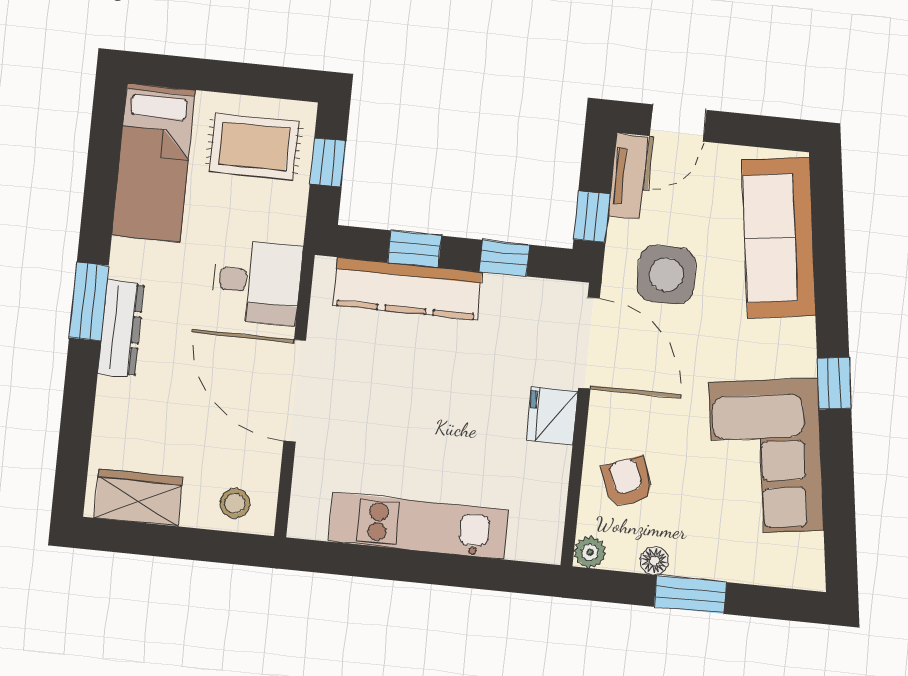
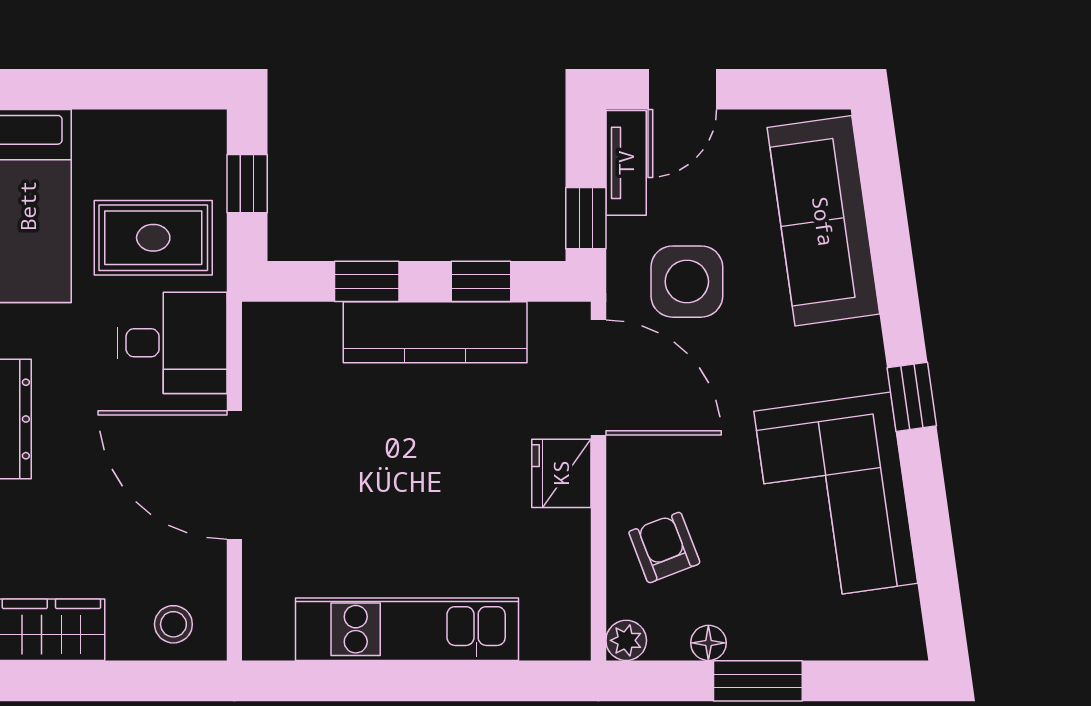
rug: (254, 146) -> (153, 238), moved
kitchen counter: (407, 289) -> (435, 332), moved

